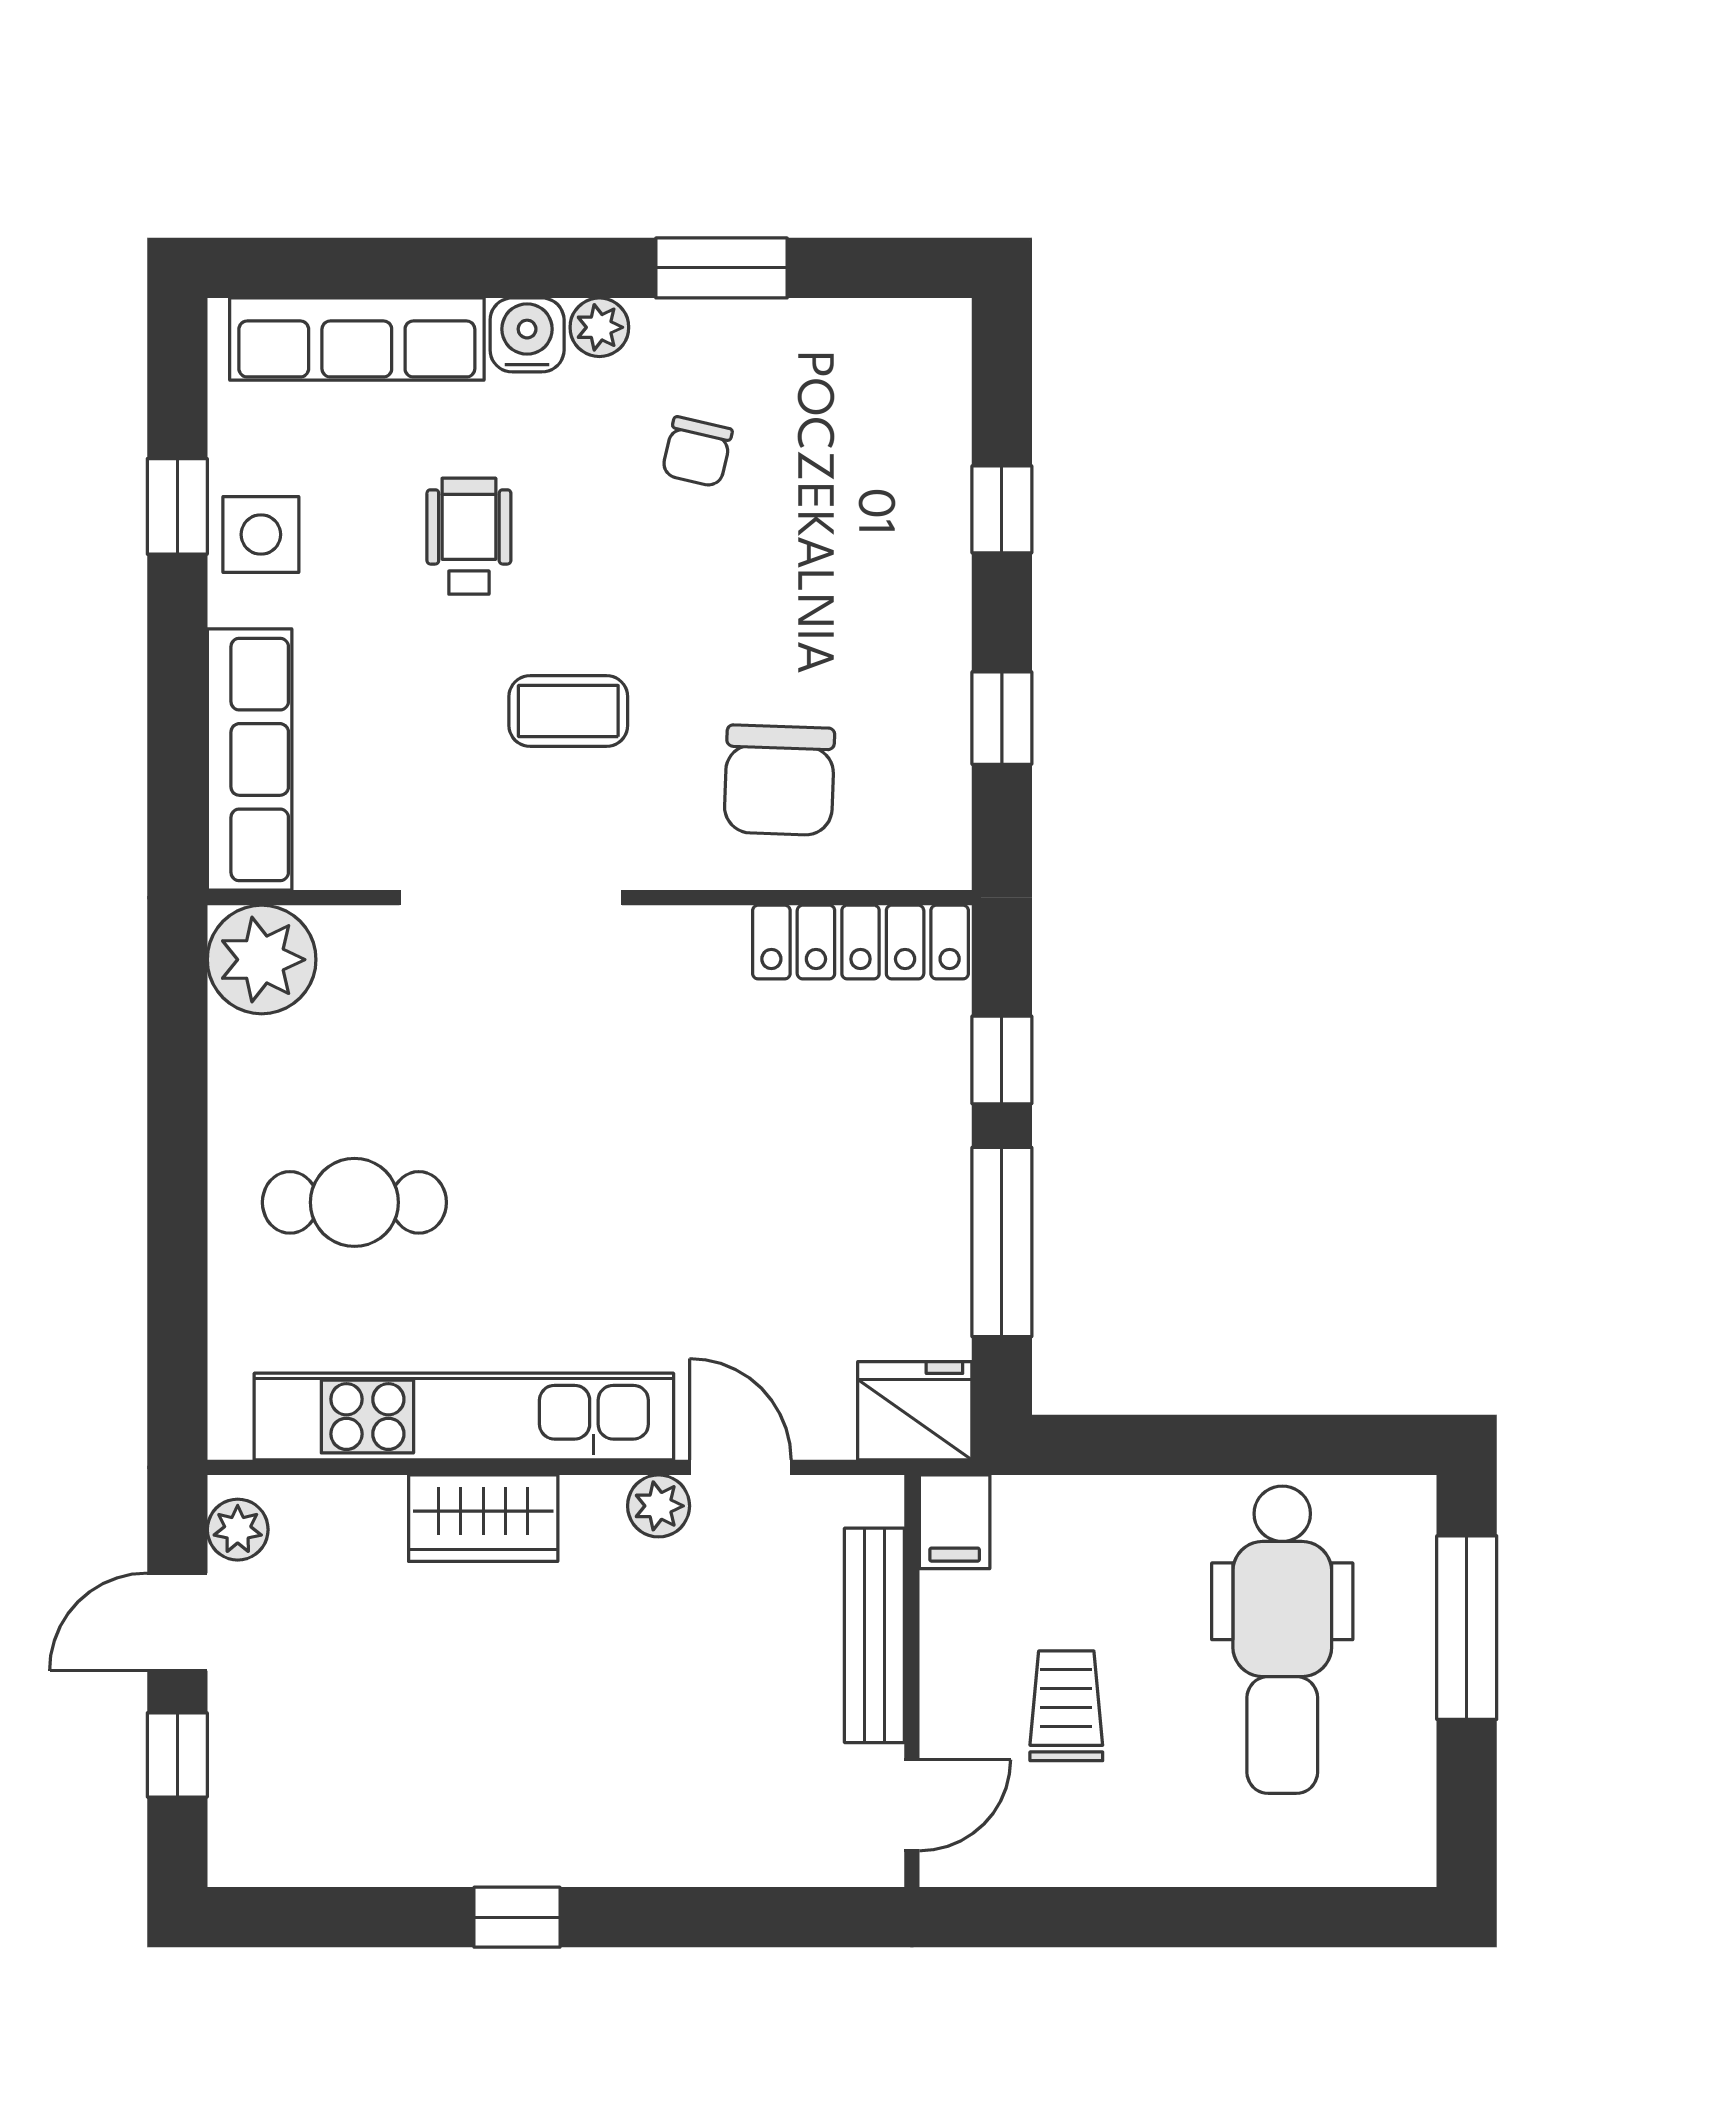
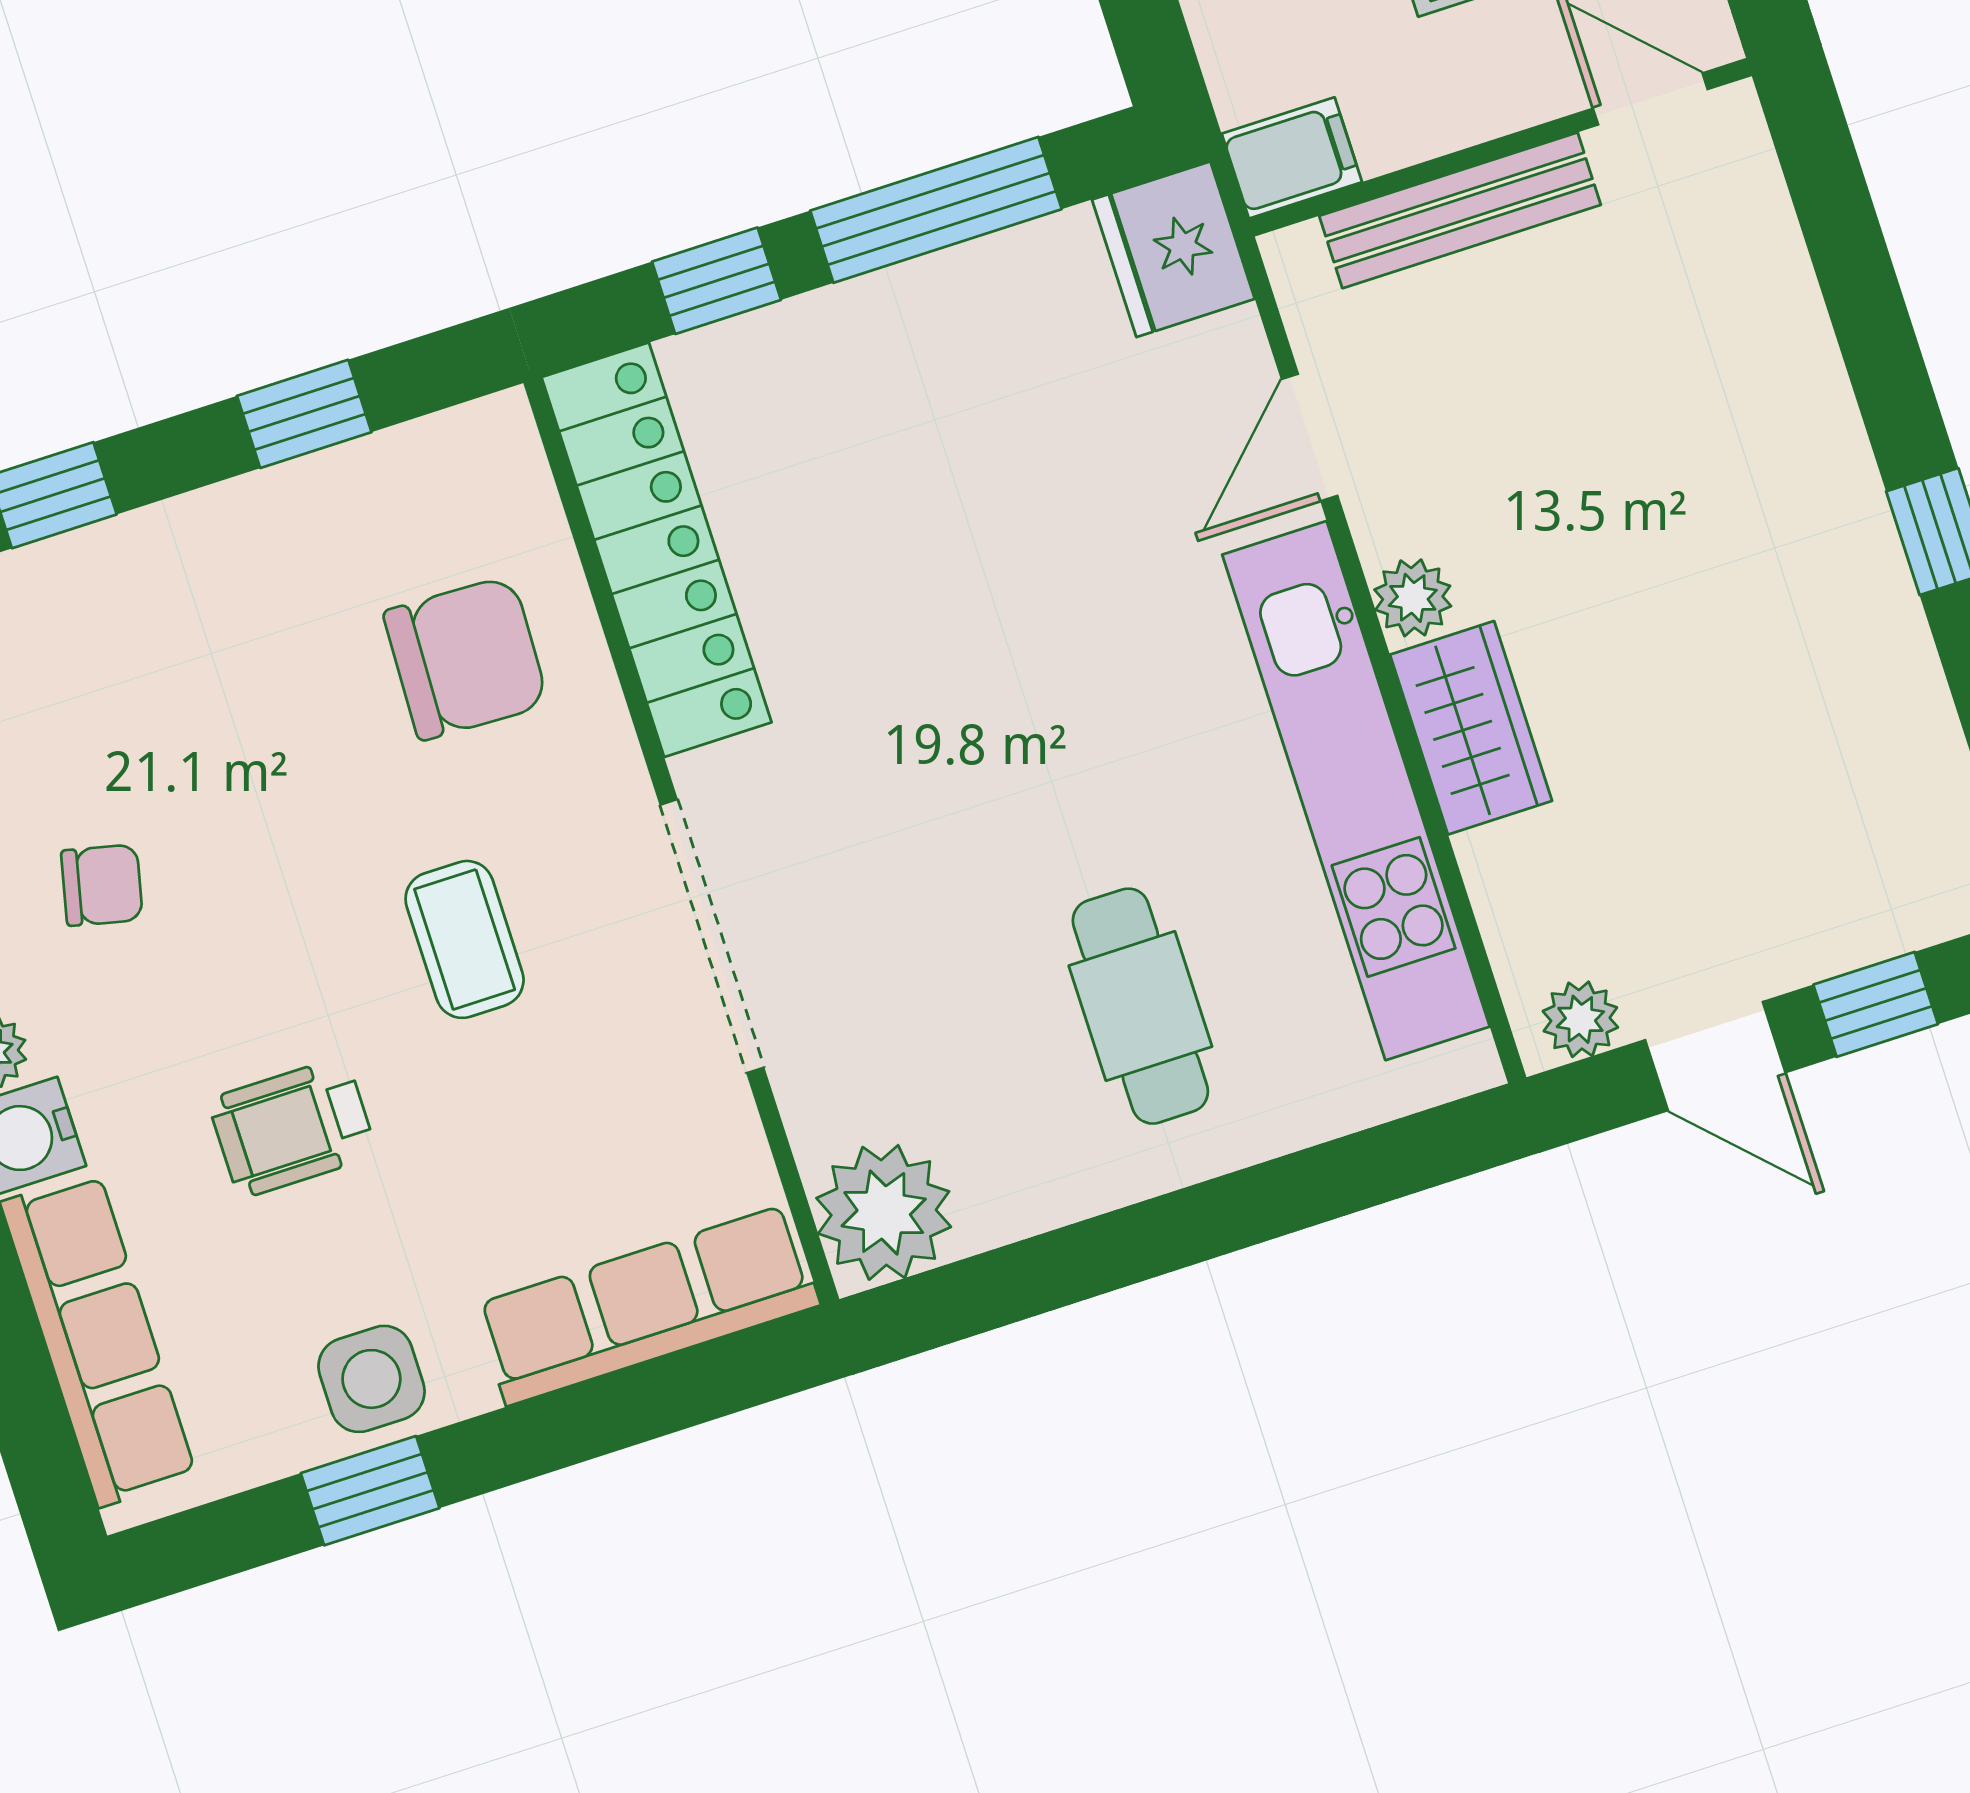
locker: (860, 942) -> (657, 550), width x1.41, depth x1.21
plant: (659, 1506) -> (1413, 598), moved

